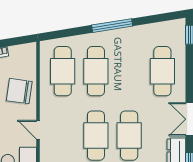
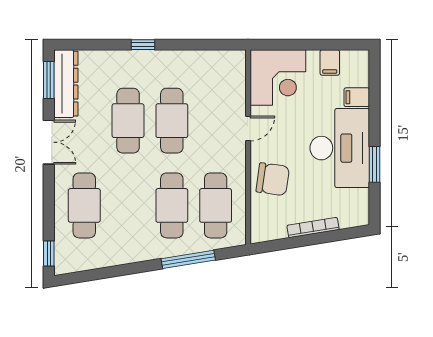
window: (112, 26) -> (188, 259), moved
door: (38, 130) -> (248, 128), hinge flipped

